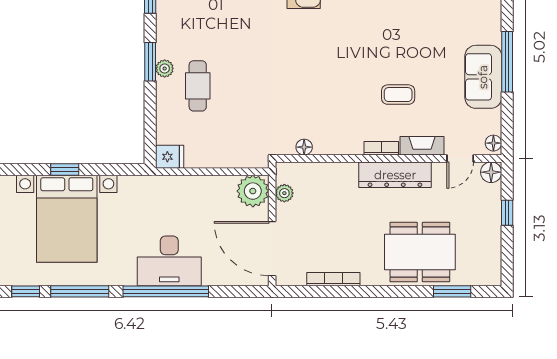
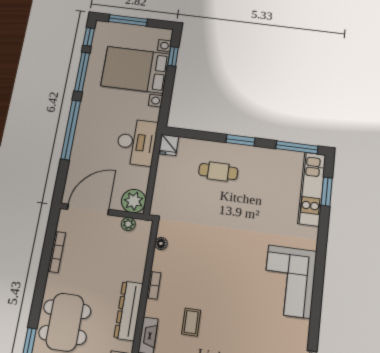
plant: (165, 68) -> (234, 150), removed
bookcase: (381, 148) -> (154, 285), moved
window: (65, 170) -> (173, 56), moved
desk: (169, 261) -> (137, 142), moved, turned 180

